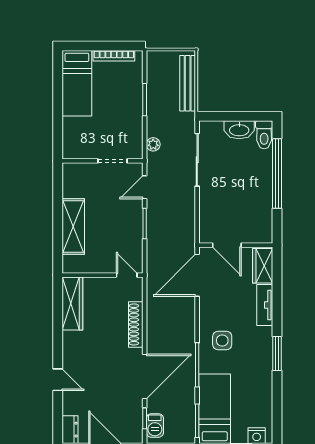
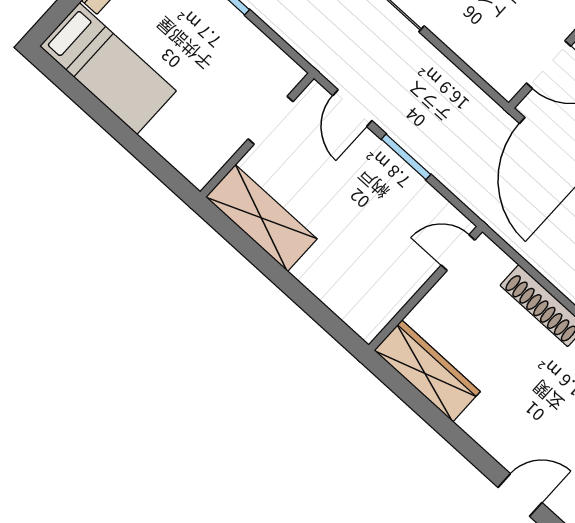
plant: (153, 144) -> (301, 38), removed
shelving: (73, 226) -> (261, 218), moved

